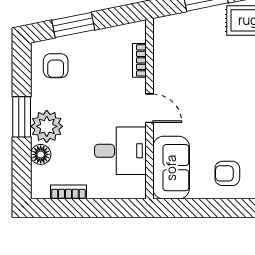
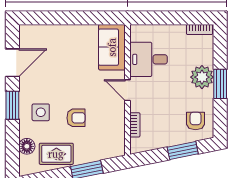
floor lamp: (41, 154) -> (206, 57), removed
armchair: (227, 173) -> (76, 118), moved
bookcase: (68, 192) -> (199, 30), moved

